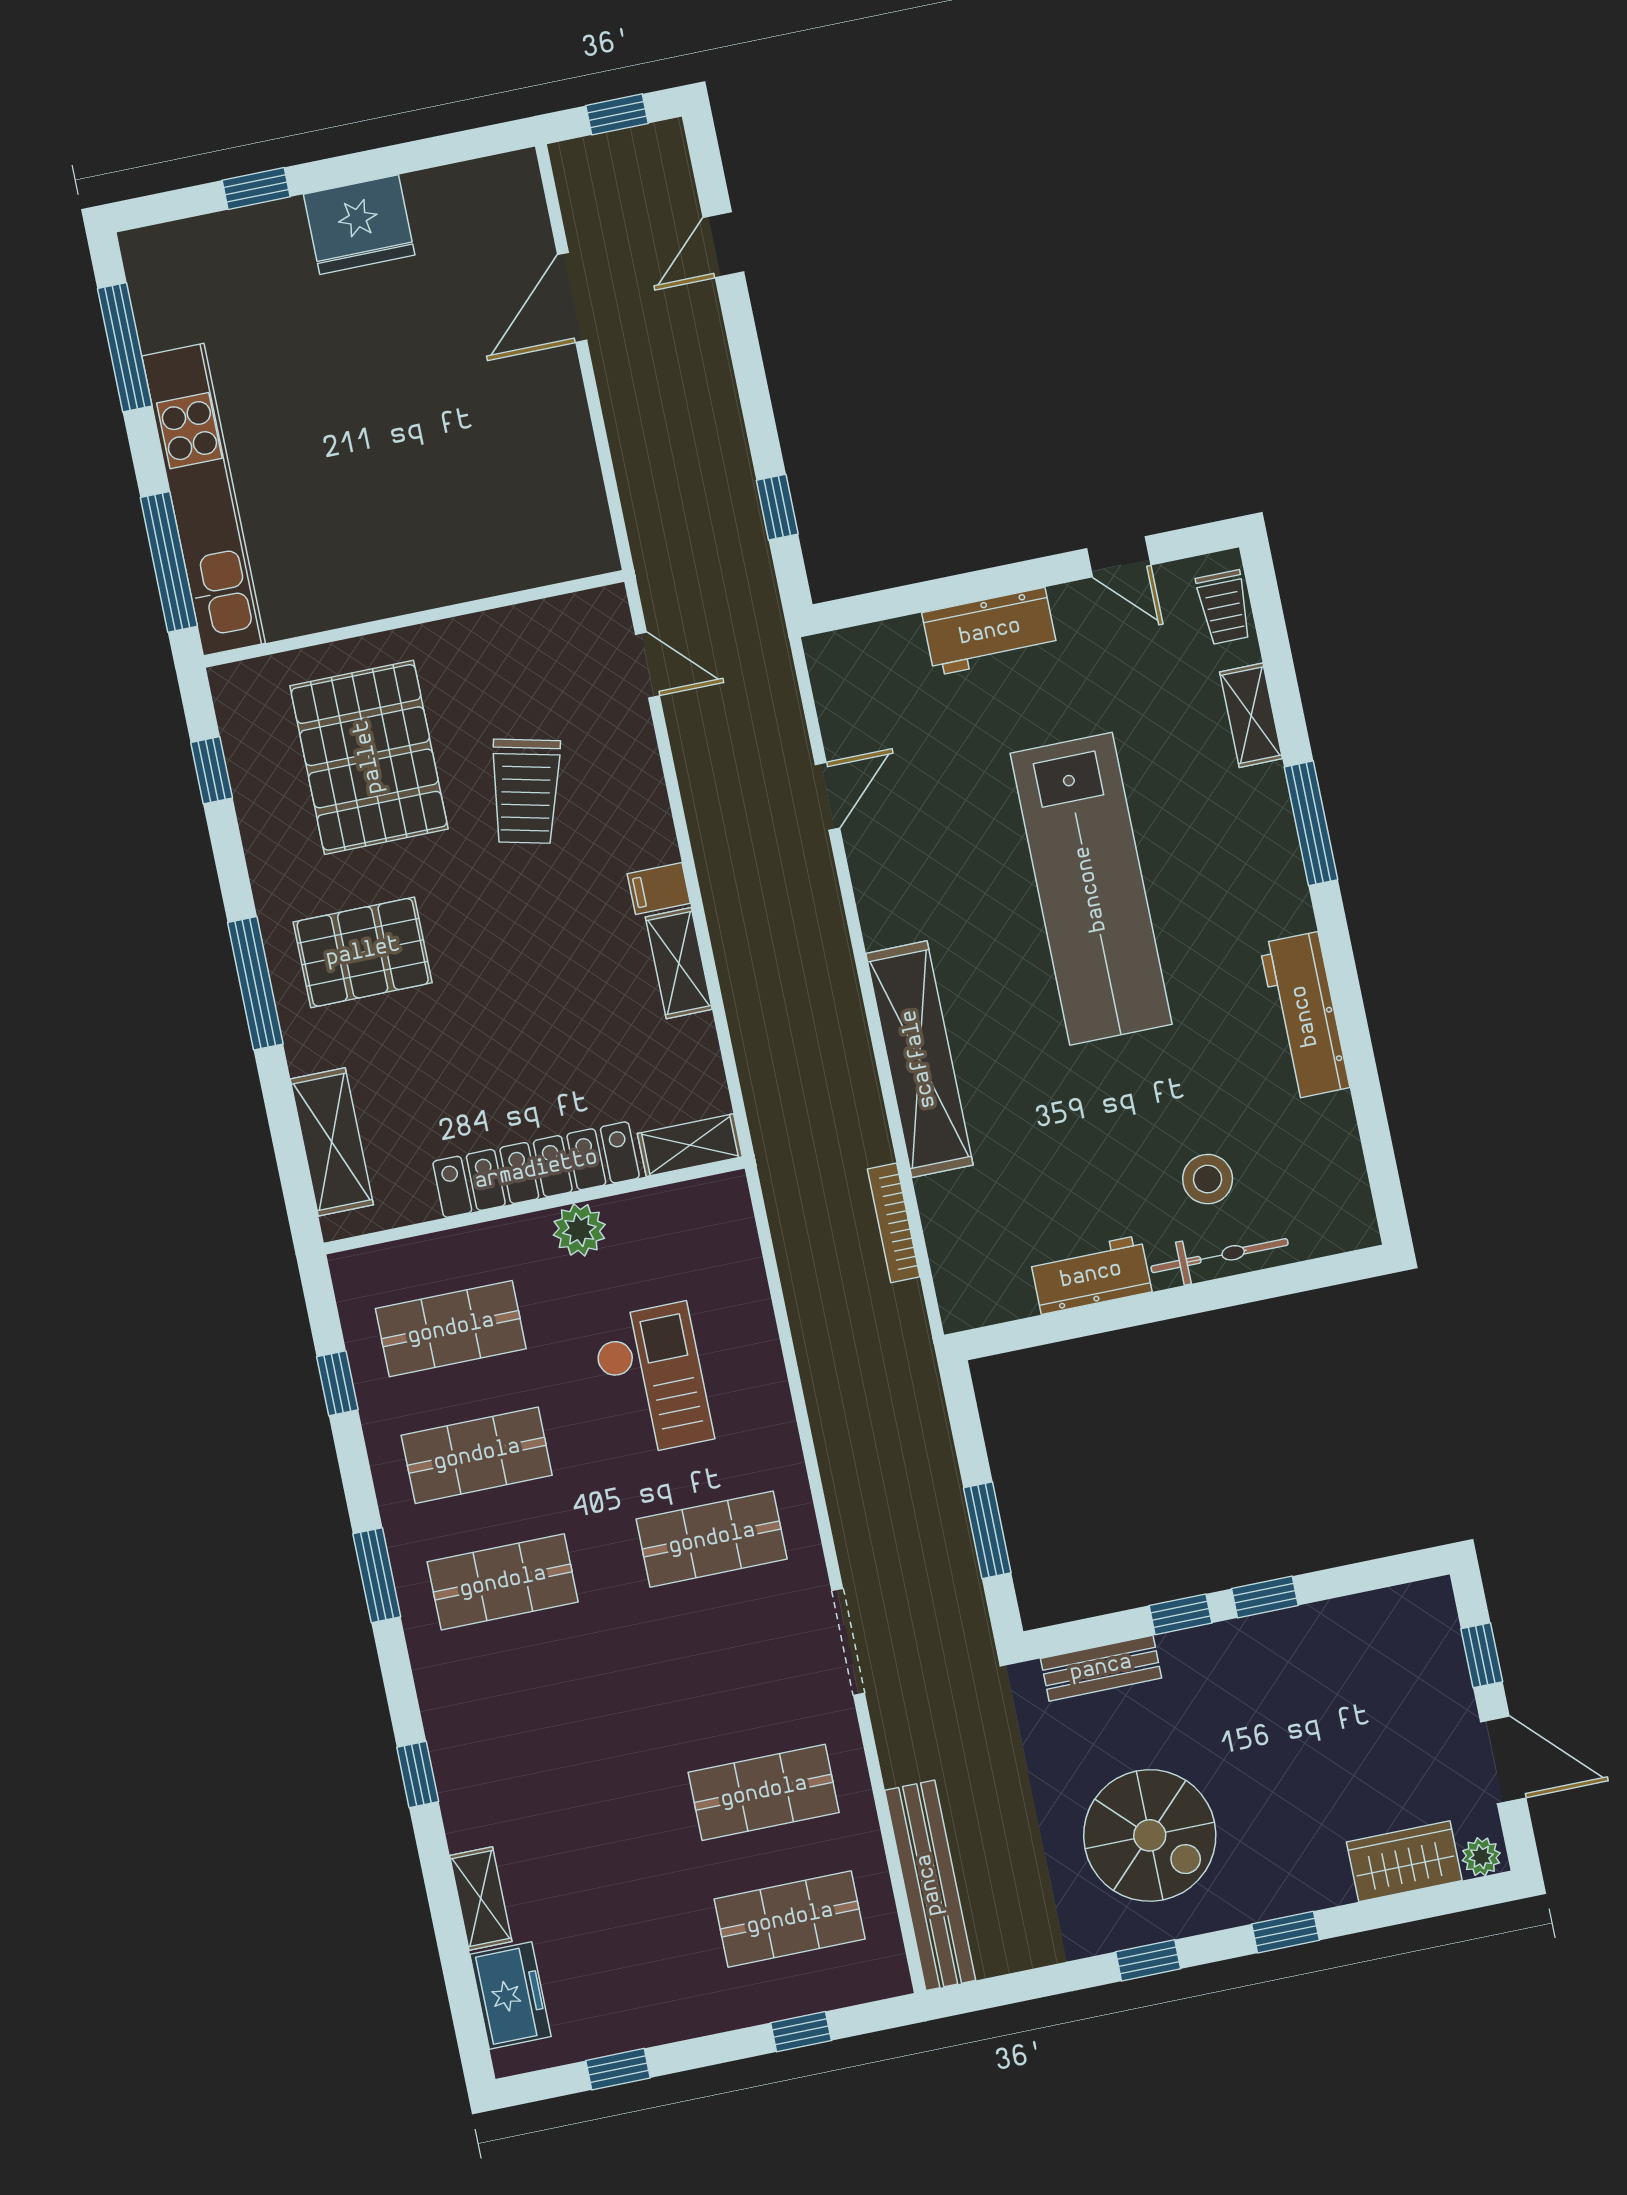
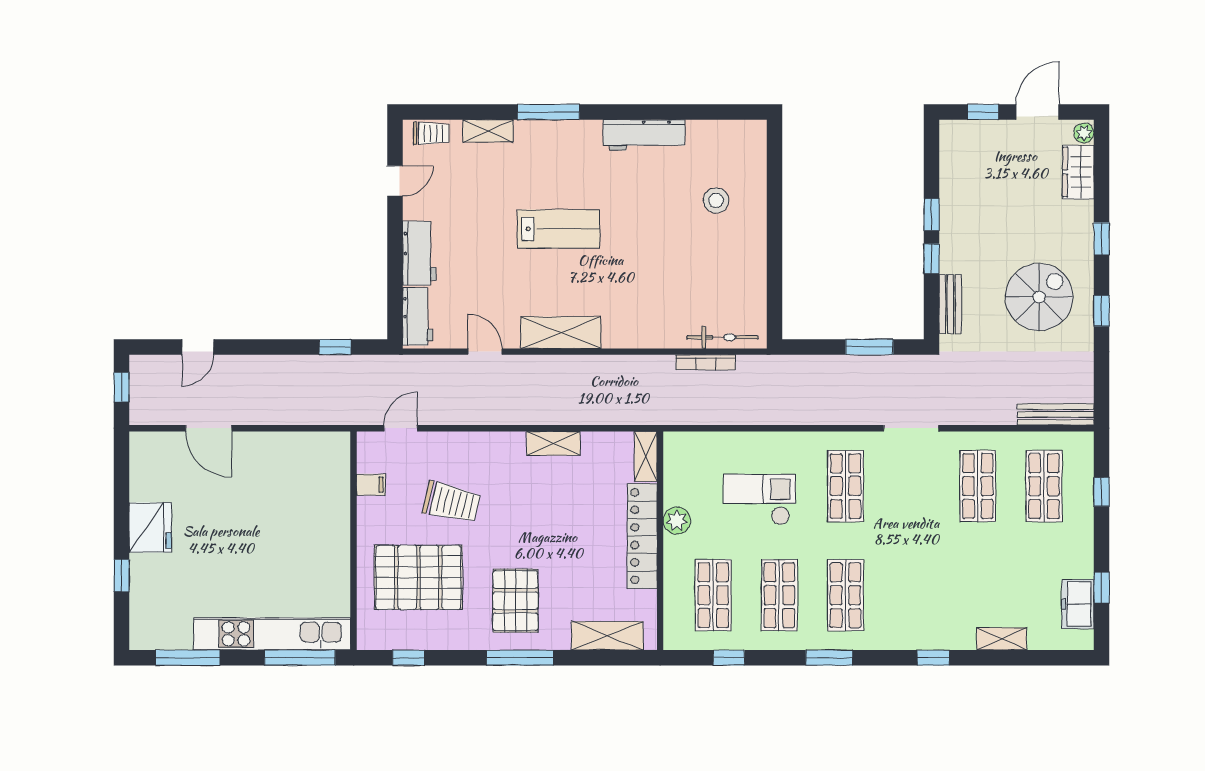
door: (723, 245) -> (198, 347), hinge flipped
filing cabinet: (659, 888) -> (371, 485), moved, turned -90
lab bench: (1091, 889) -> (558, 229), width x0.54, depth x0.72
shelving: (919, 1059) -> (561, 333), moved, width x0.68
bicycle: (1220, 1256) -> (723, 337), moved, turned 90
workbench: (1091, 1275) -> (418, 316), moved, turned 180
bench: (930, 1885) -> (1056, 414), width x0.73, depth x0.82
freezer: (511, 1995) -> (1078, 604), moved, turned -90

